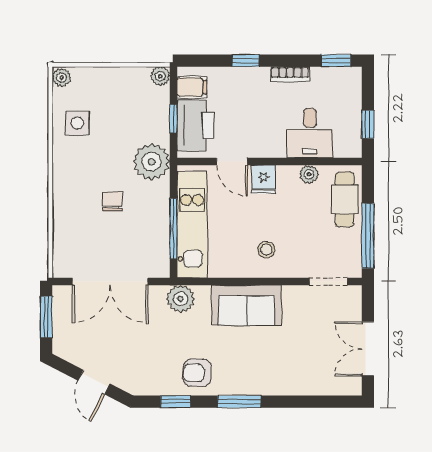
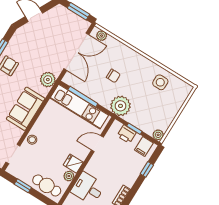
window: (245, 61) -> (147, 169), moved
plant: (61, 78) -> (102, 36), moved
printer: (195, 126) -> (127, 134), width x0.53, depth x0.68
fridge: (263, 179) -> (73, 164), moved
window: (368, 236) -> (23, 186), width x0.46
stool: (266, 250) -> (32, 140), moved
double door: (110, 281) -> (76, 52), swing flipped

